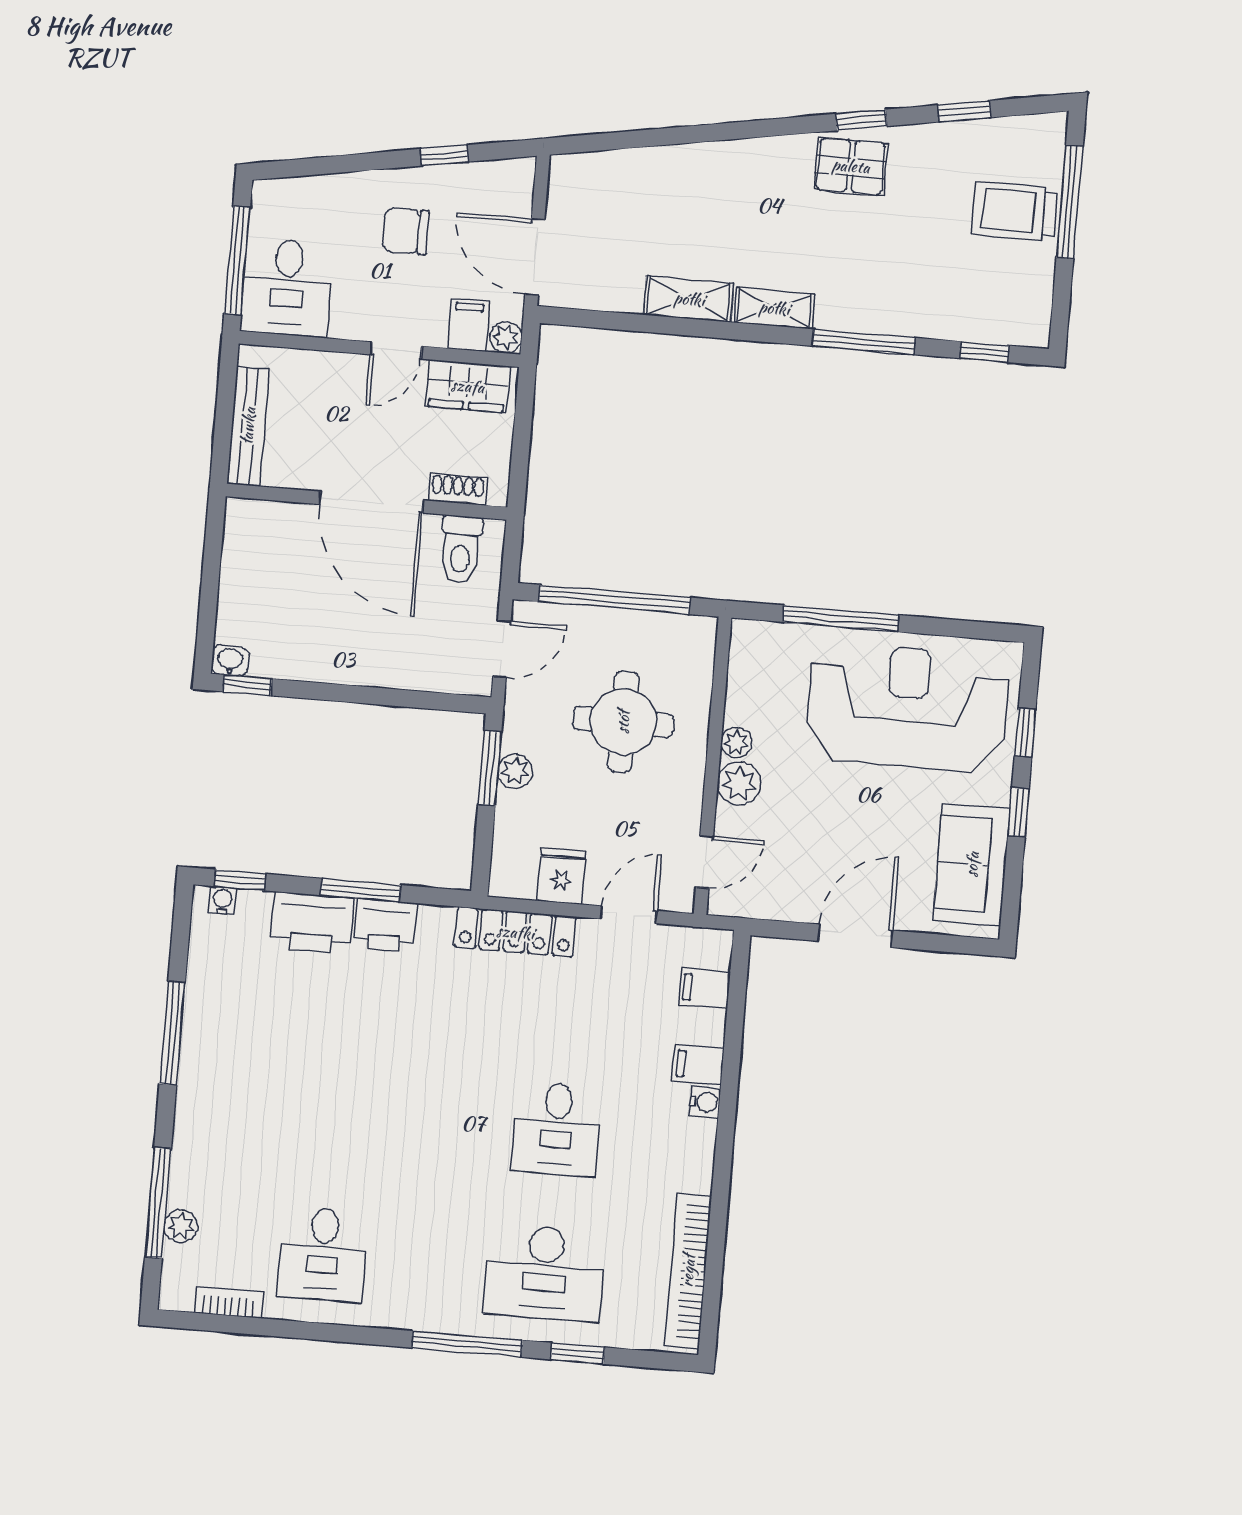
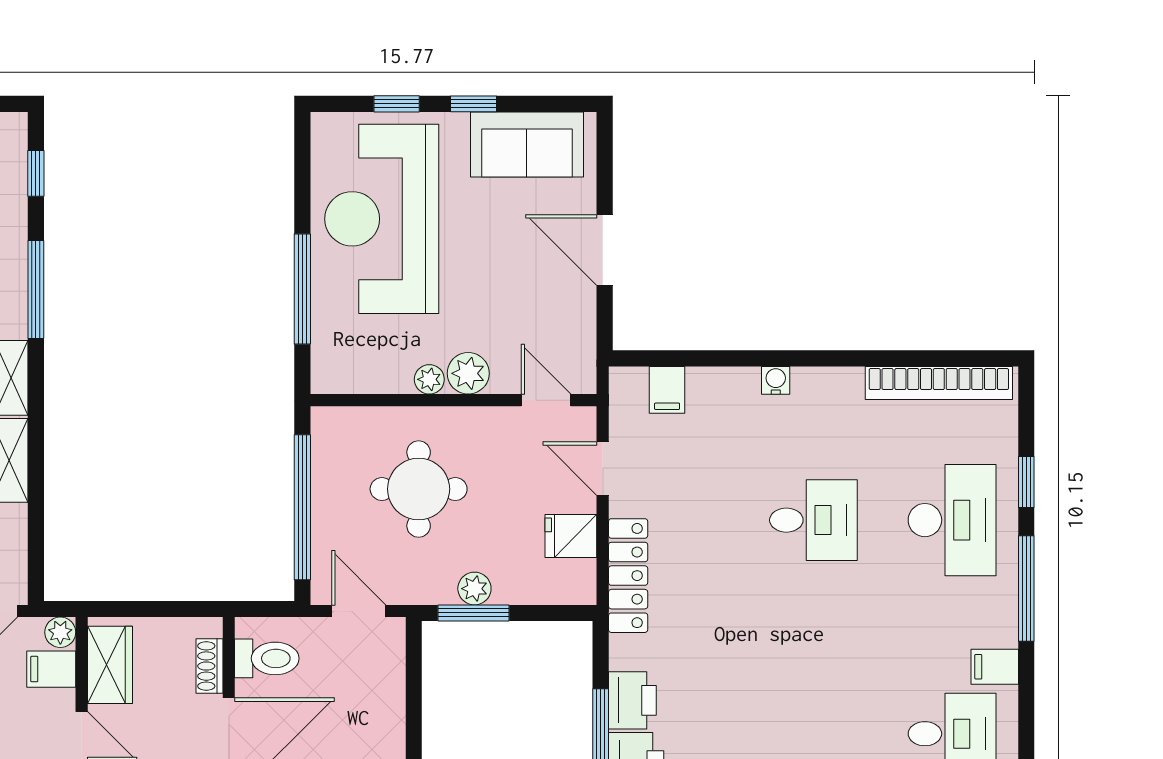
filing cabinet: (698, 1065) -> (995, 667), moved, turned 90

